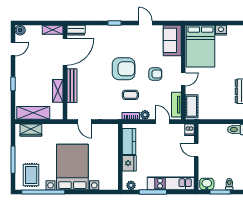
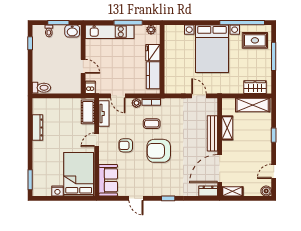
rug: (31, 175) -> (255, 40), turned 90

